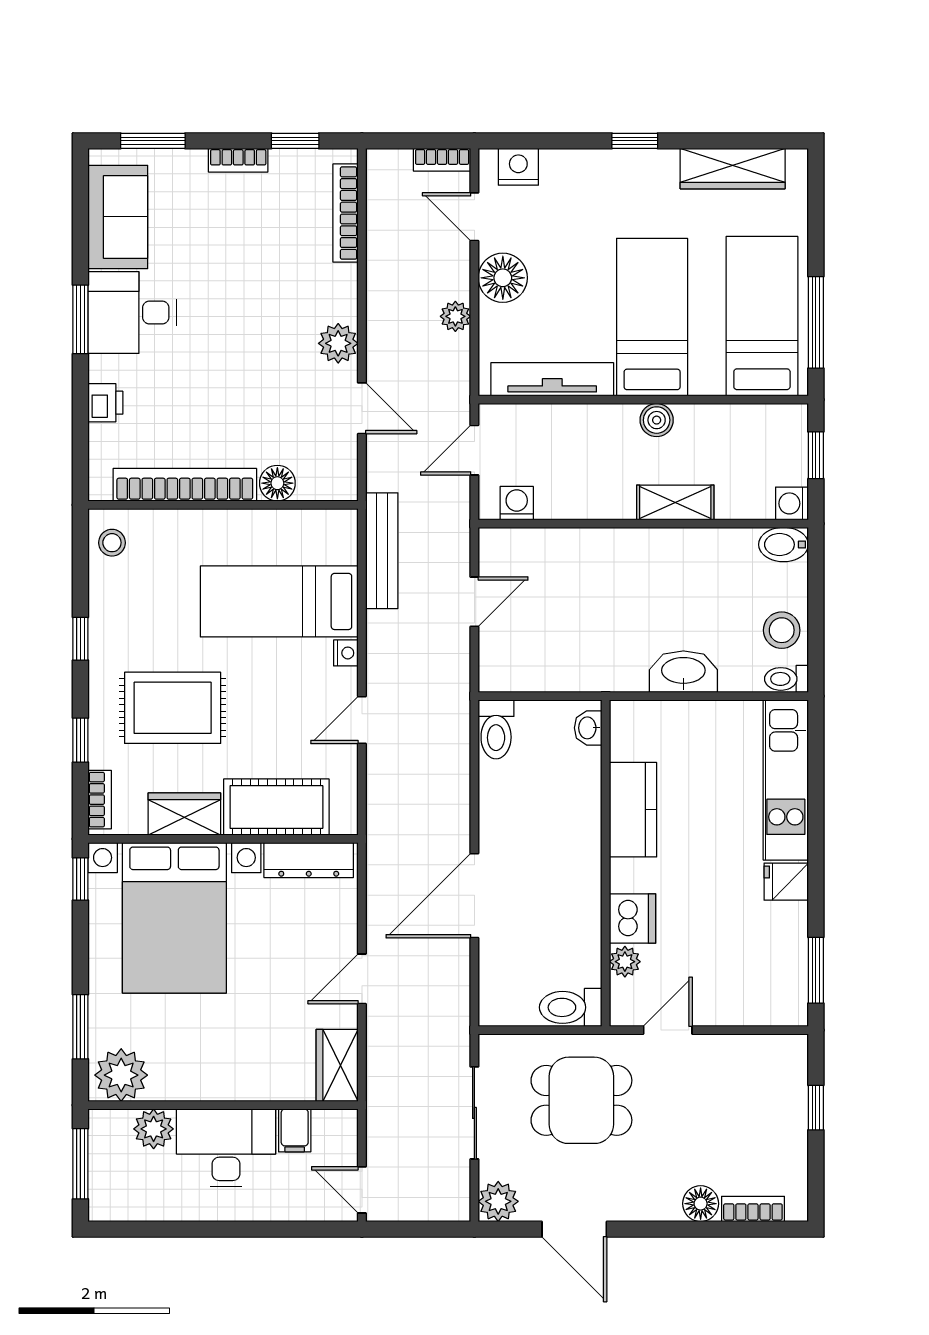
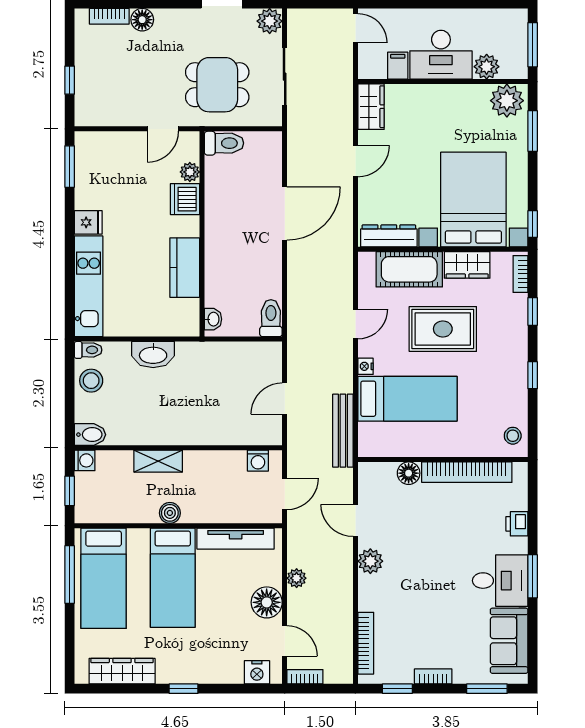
rug: (173, 708) -> (443, 329), moved

